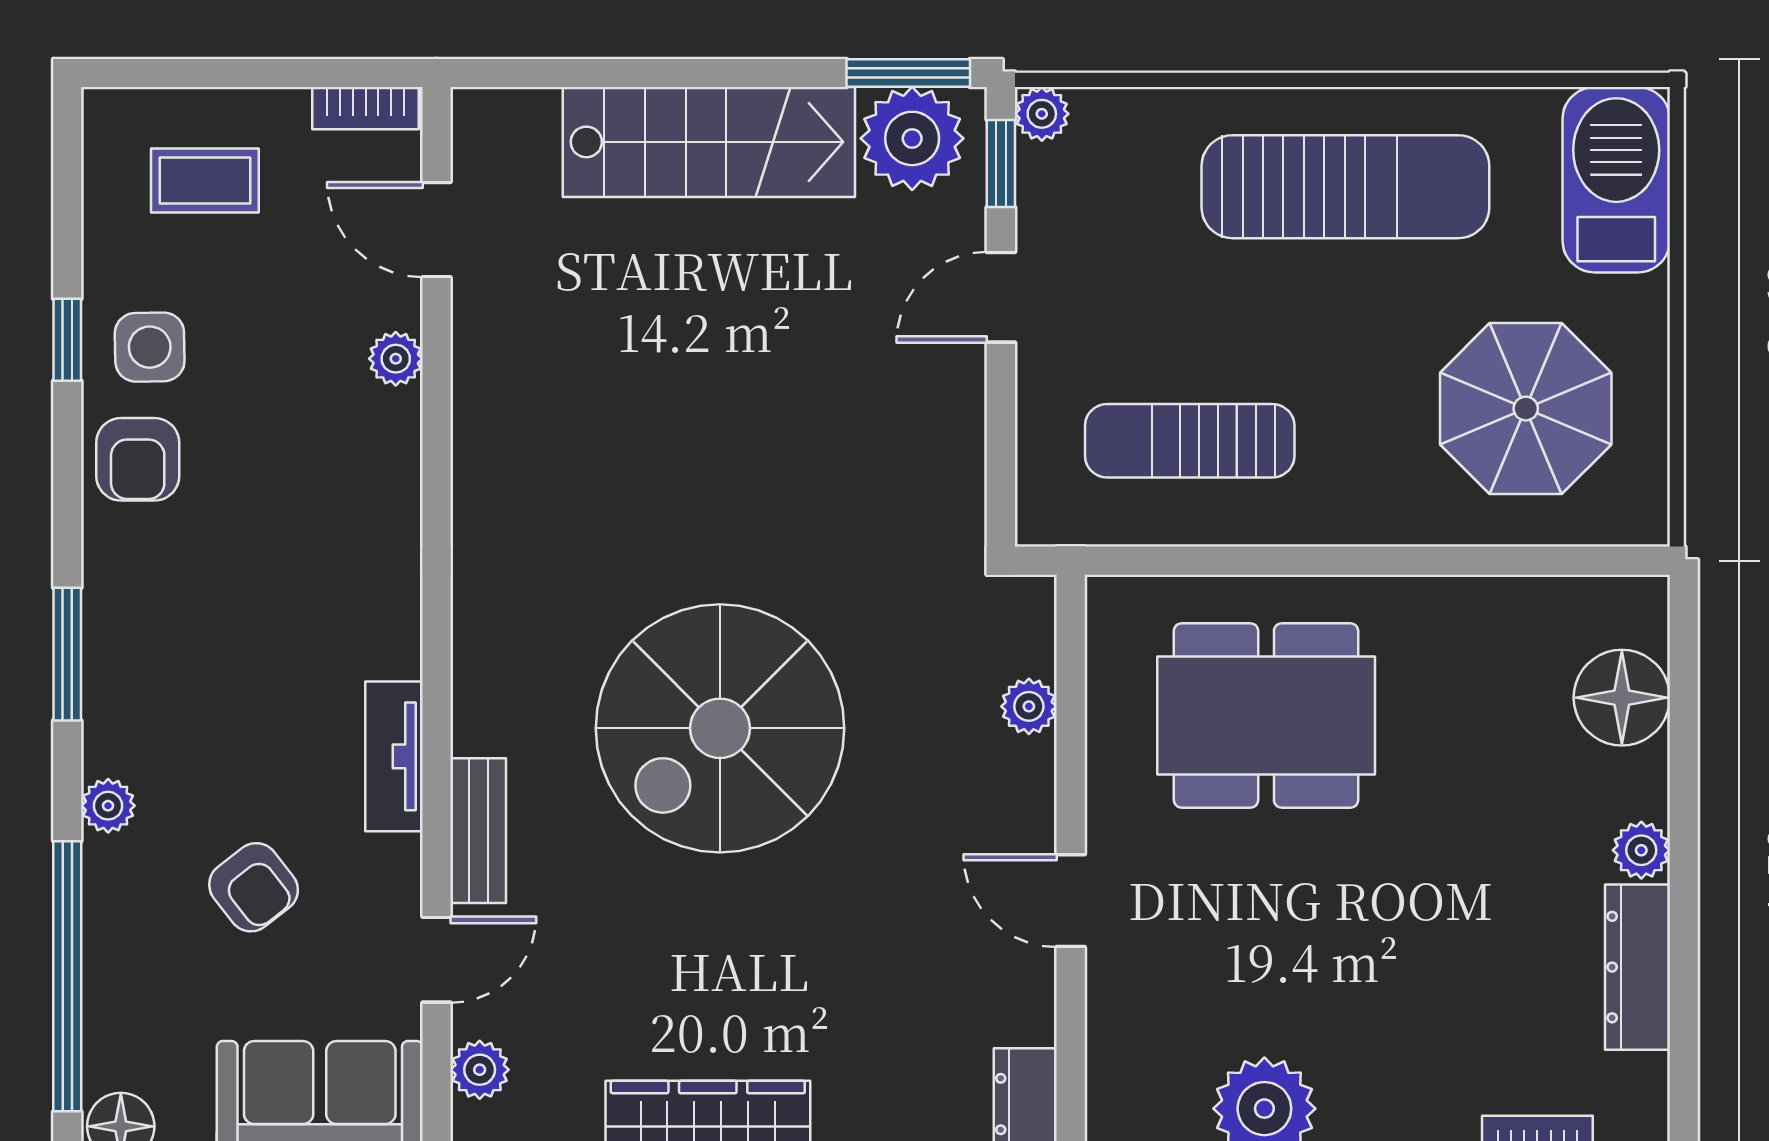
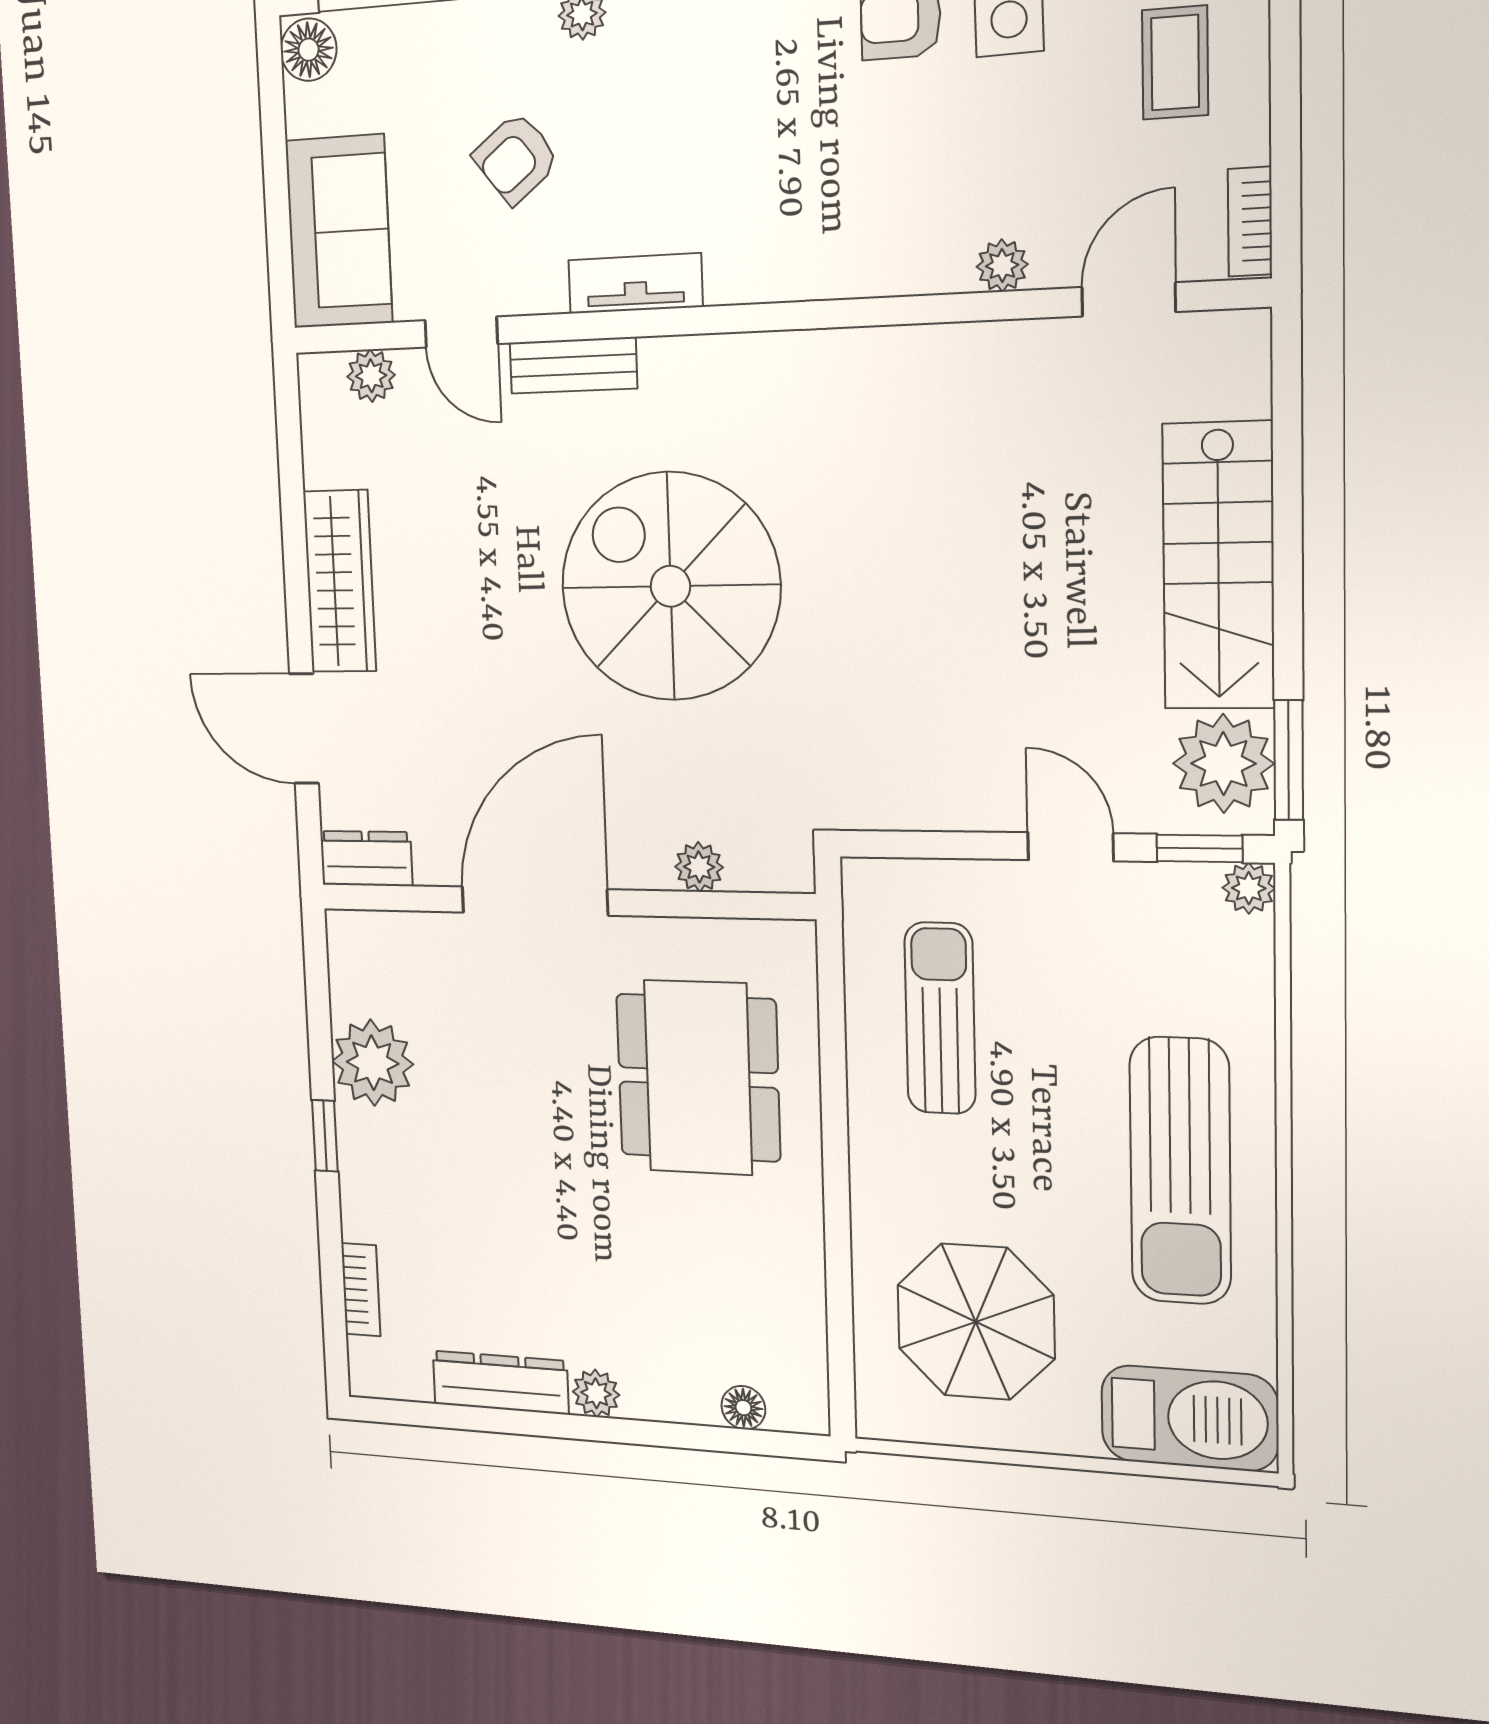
floor lamp: (1622, 698) -> (743, 1408), width x0.53, depth x0.53
door: (1071, 901) -> (535, 901), width x1.88

